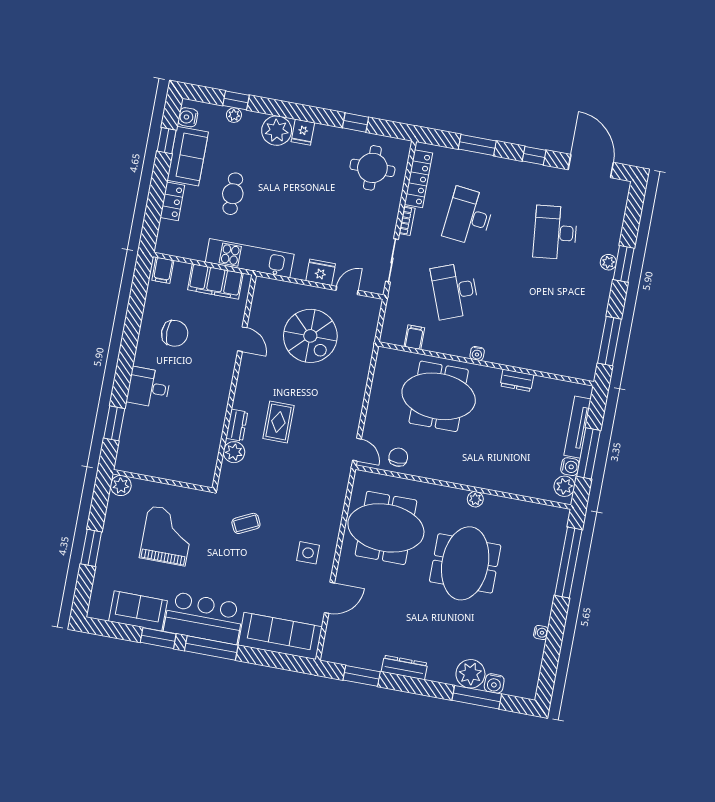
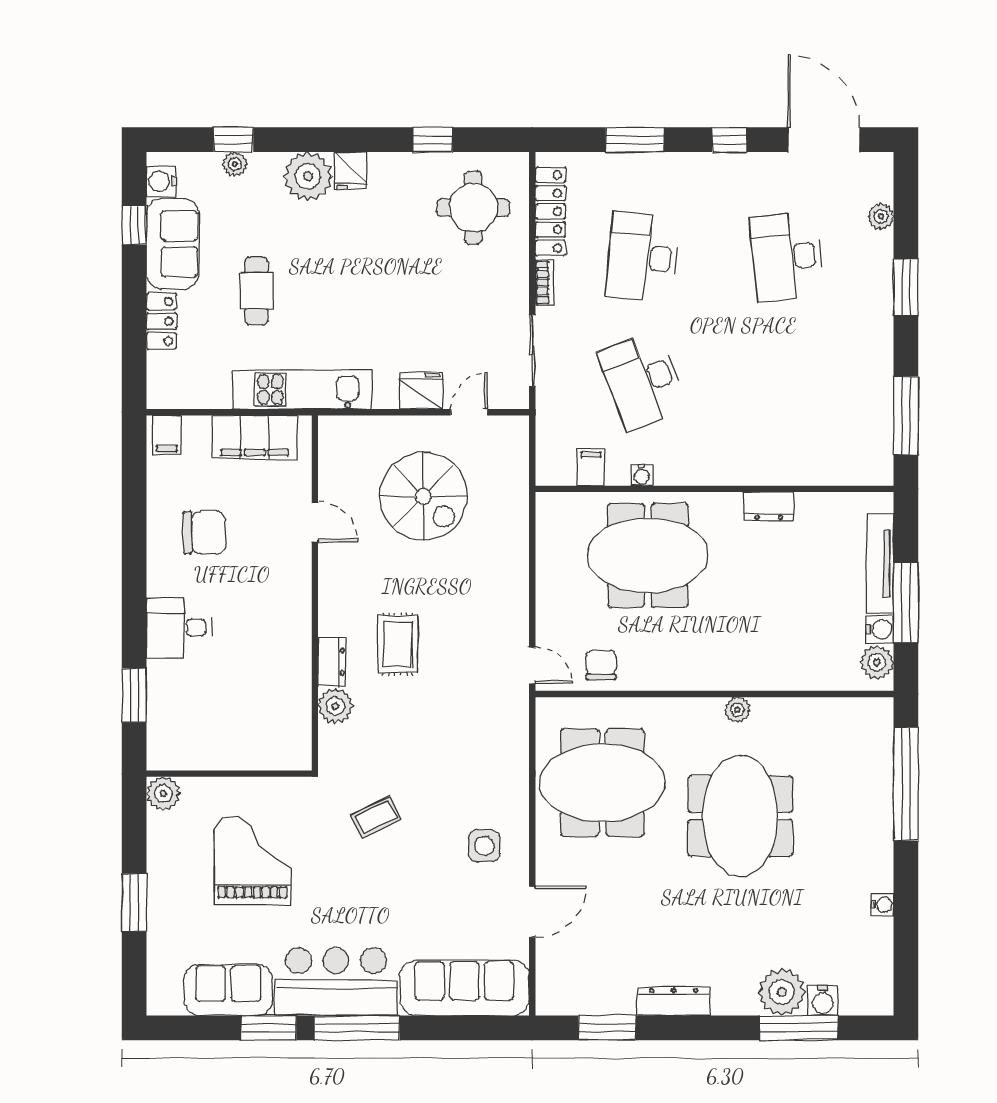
plant: (608, 262) -> (881, 216), moved
water cooler: (477, 353) -> (642, 475), moved

